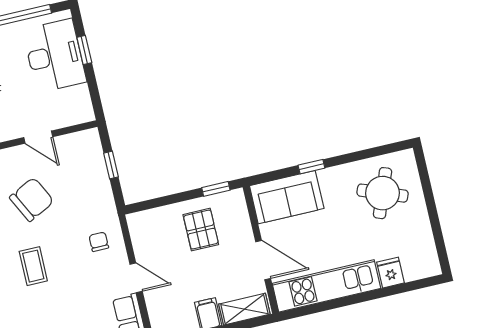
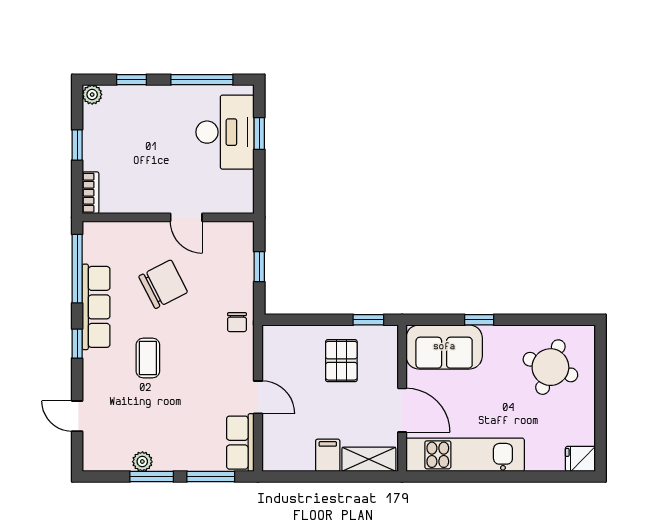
chair: (99, 242) -> (237, 322), moved, turned 180
fridge: (391, 273) -> (580, 459), moved, turned -90

